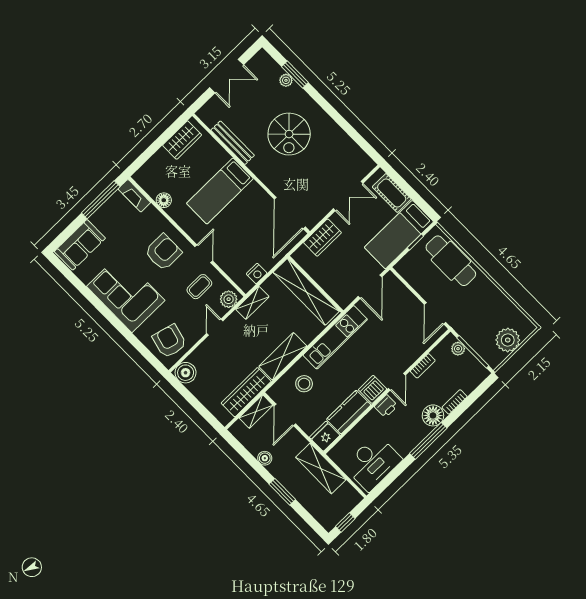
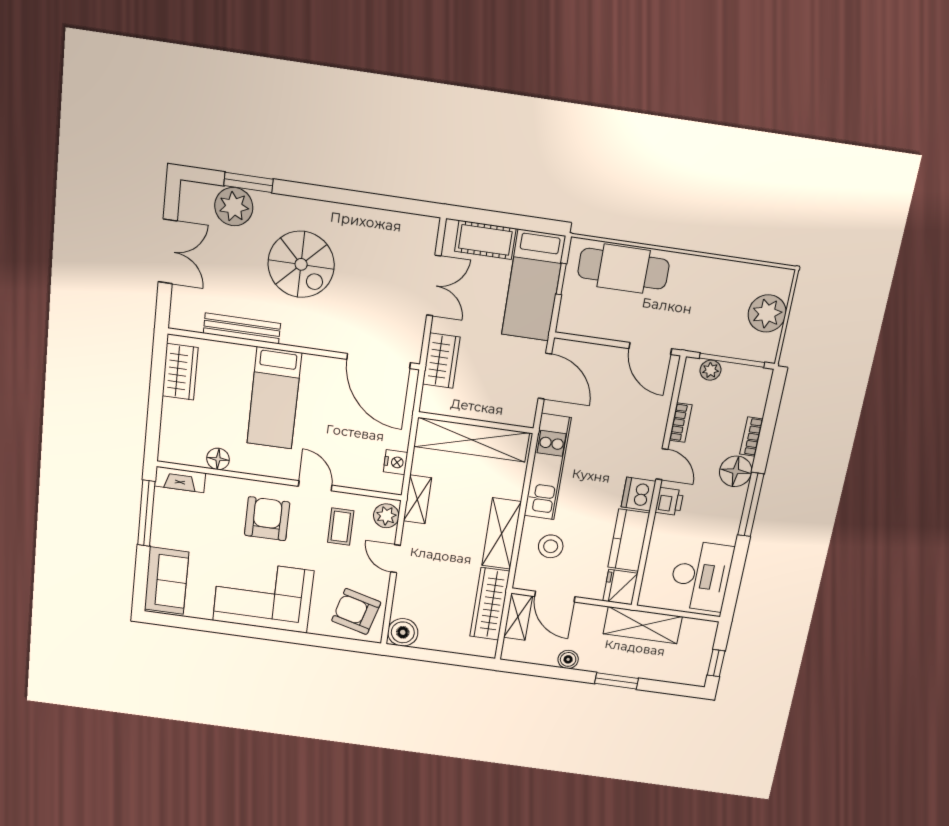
plant: (286, 80) -> (234, 207), width x1.88, depth x1.88

